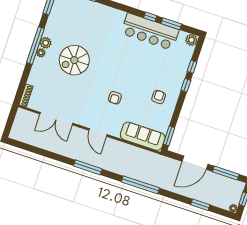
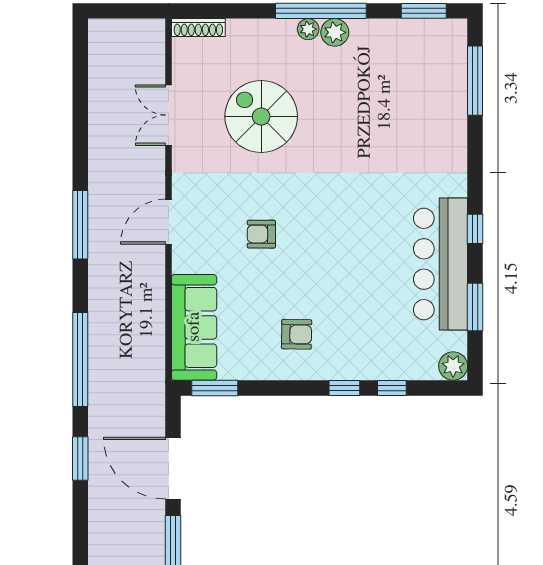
window: (150, 17) -> (475, 229), moved
spiral stairs: (74, 60) -> (261, 117), moved
double door: (56, 119) -> (169, 115), width x0.73
window: (200, 205) -> (80, 458), moved

